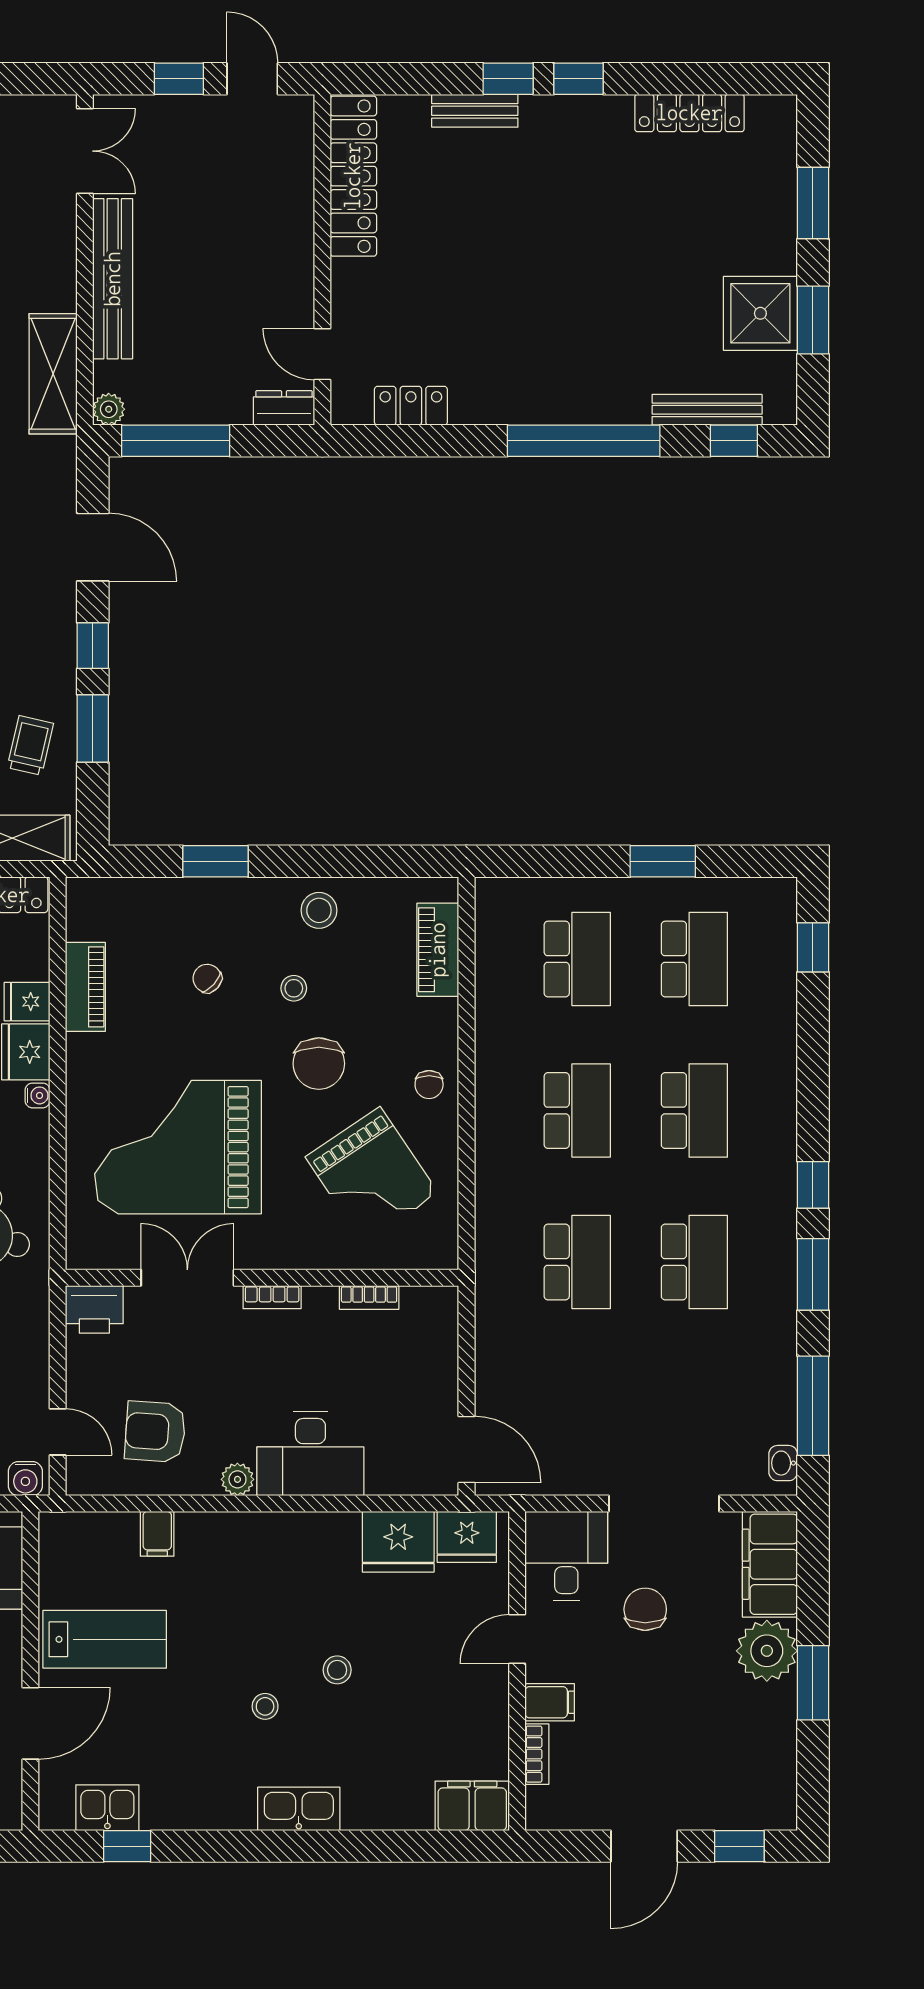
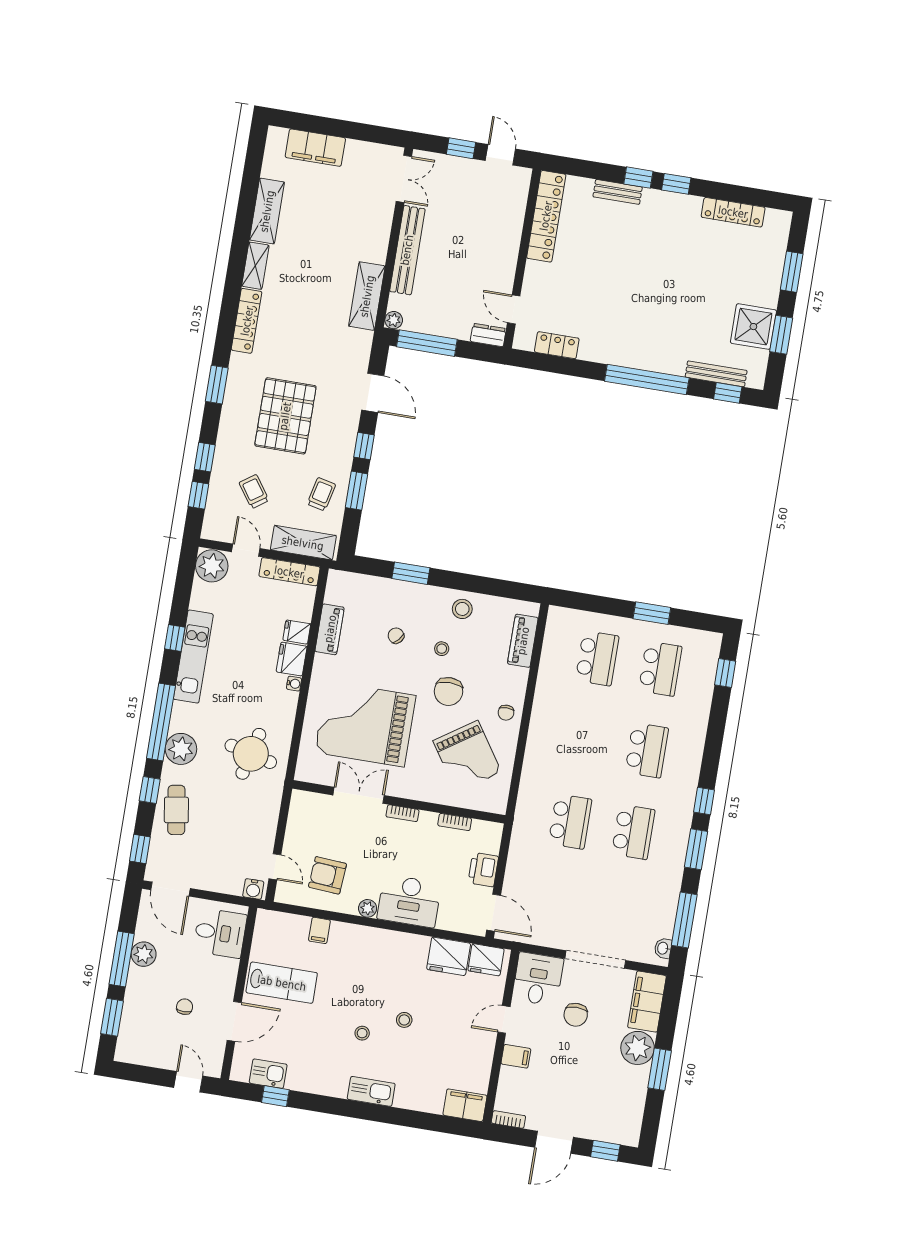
school desk: (577, 1111) -> (584, 740), removed
printer: (94, 1309) -> (483, 870), moved, turned 90
chair: (645, 1609) -> (576, 1015), turned 180
bookcase: (537, 1754) -> (508, 1119), moved, turned -90

